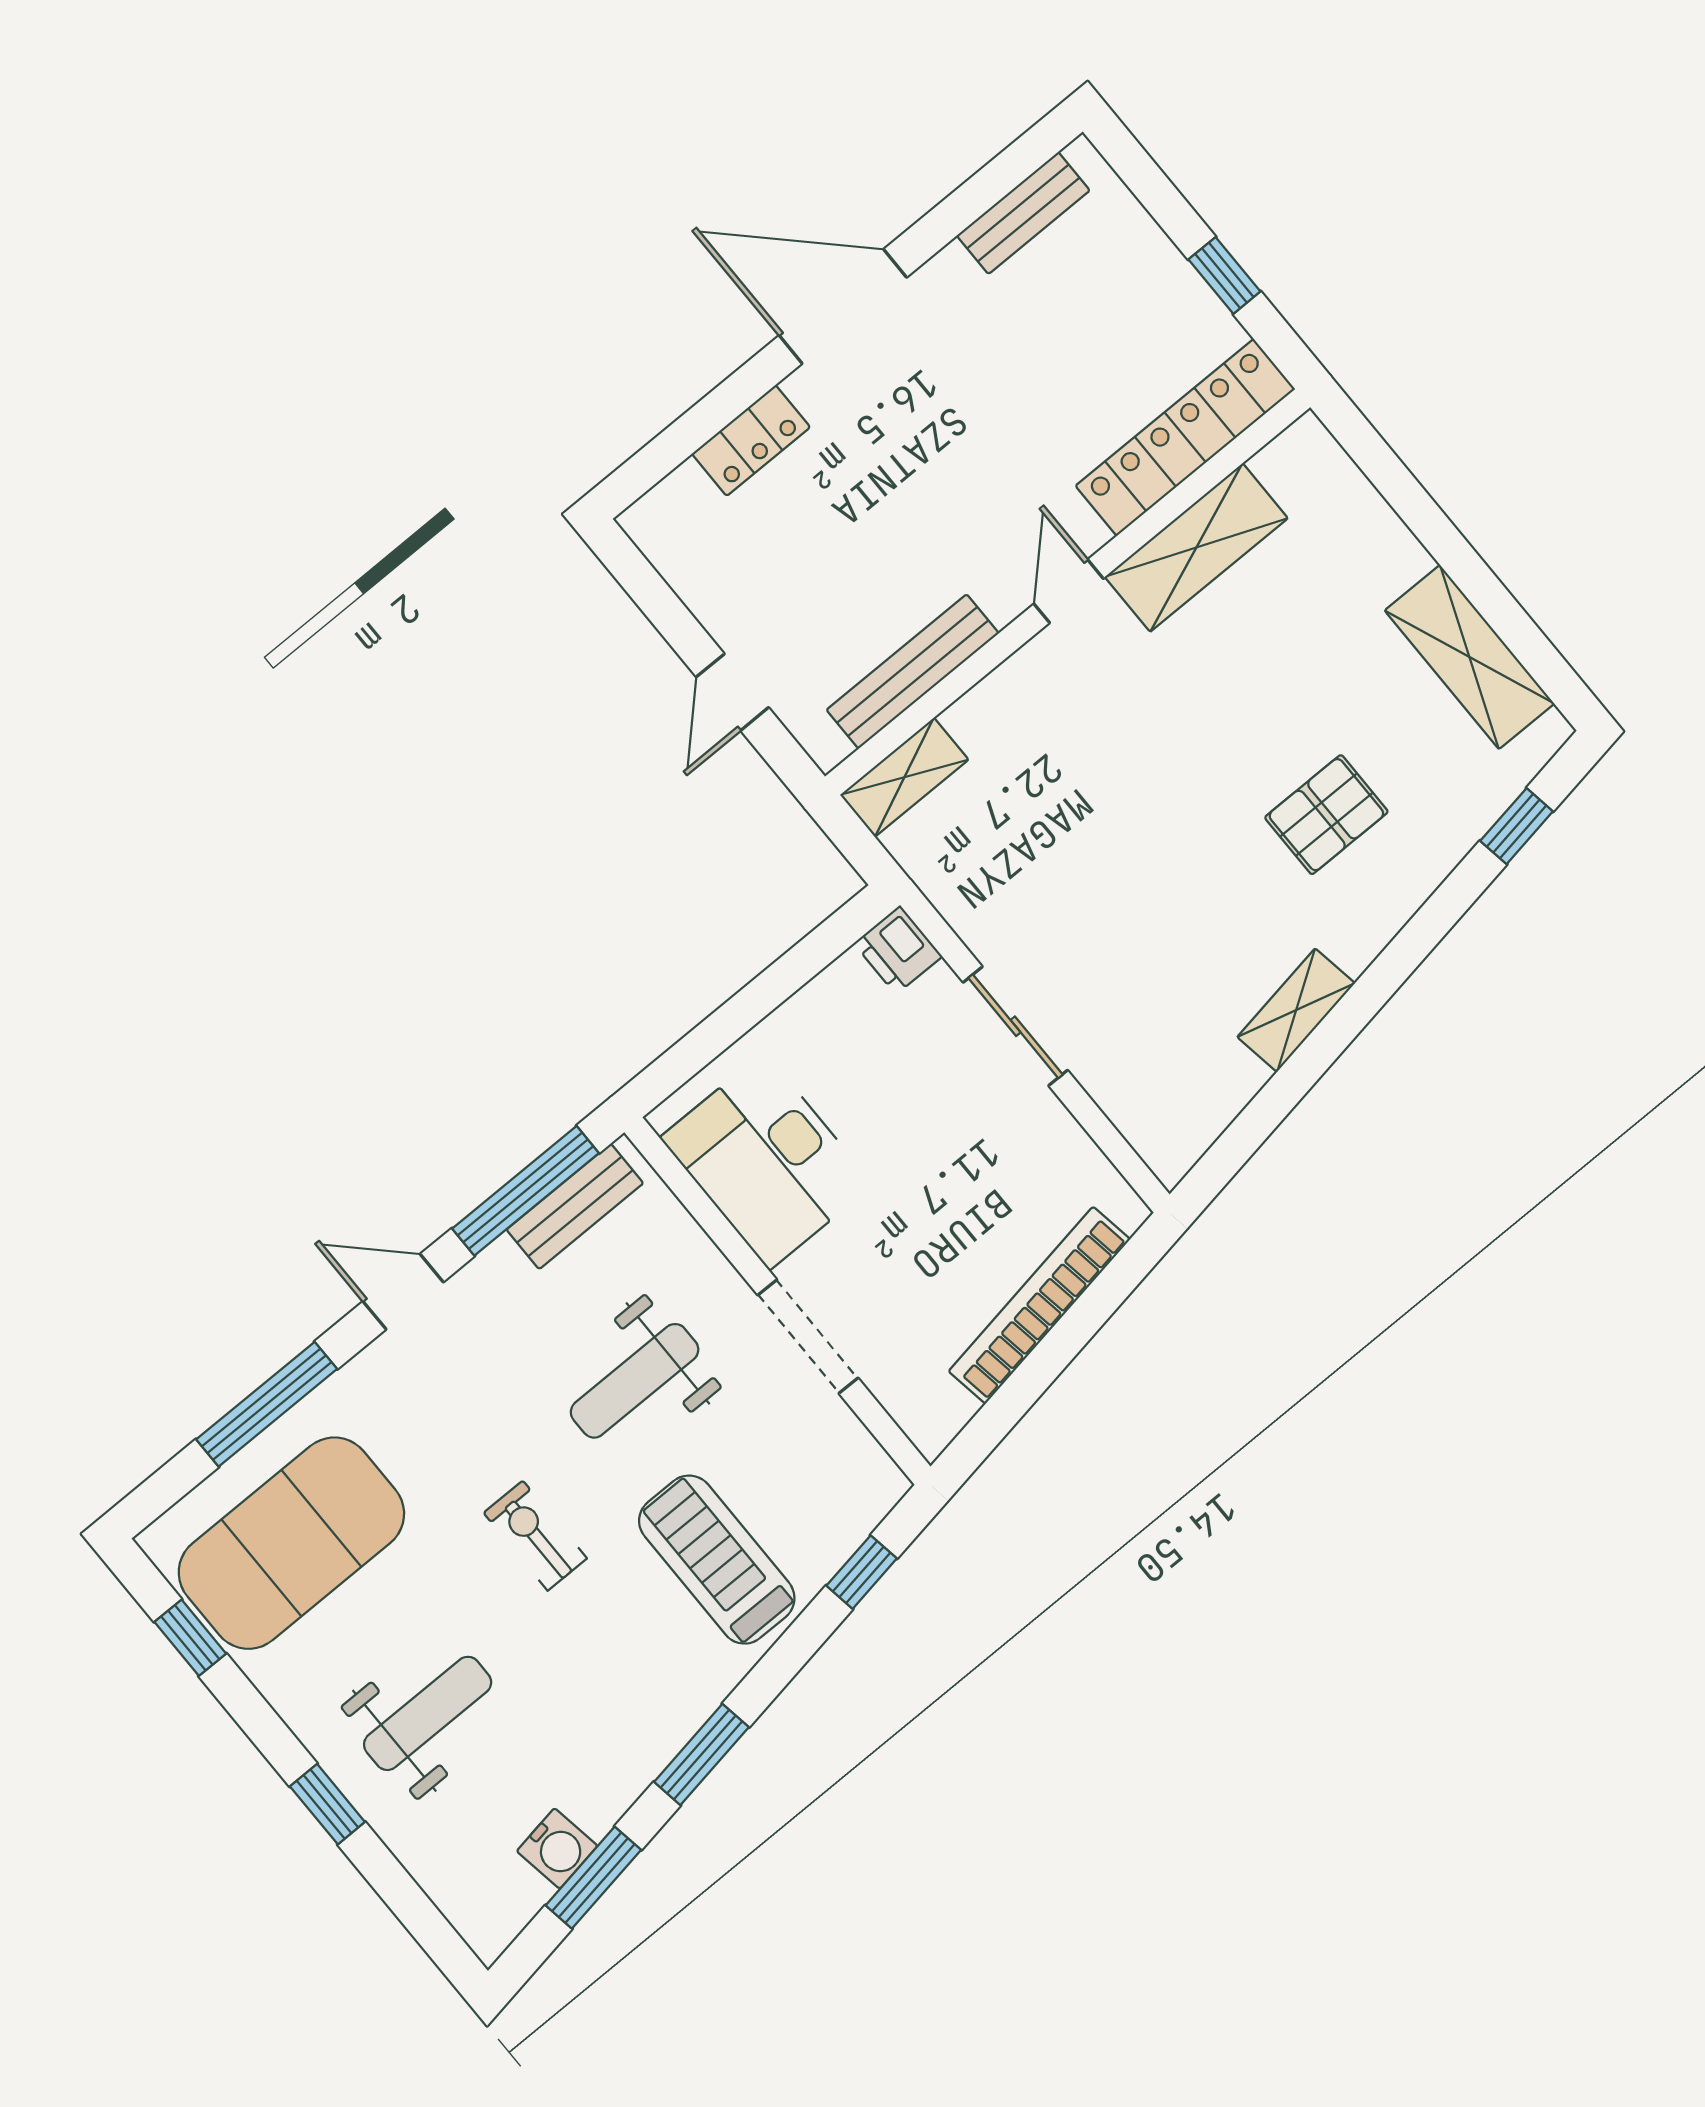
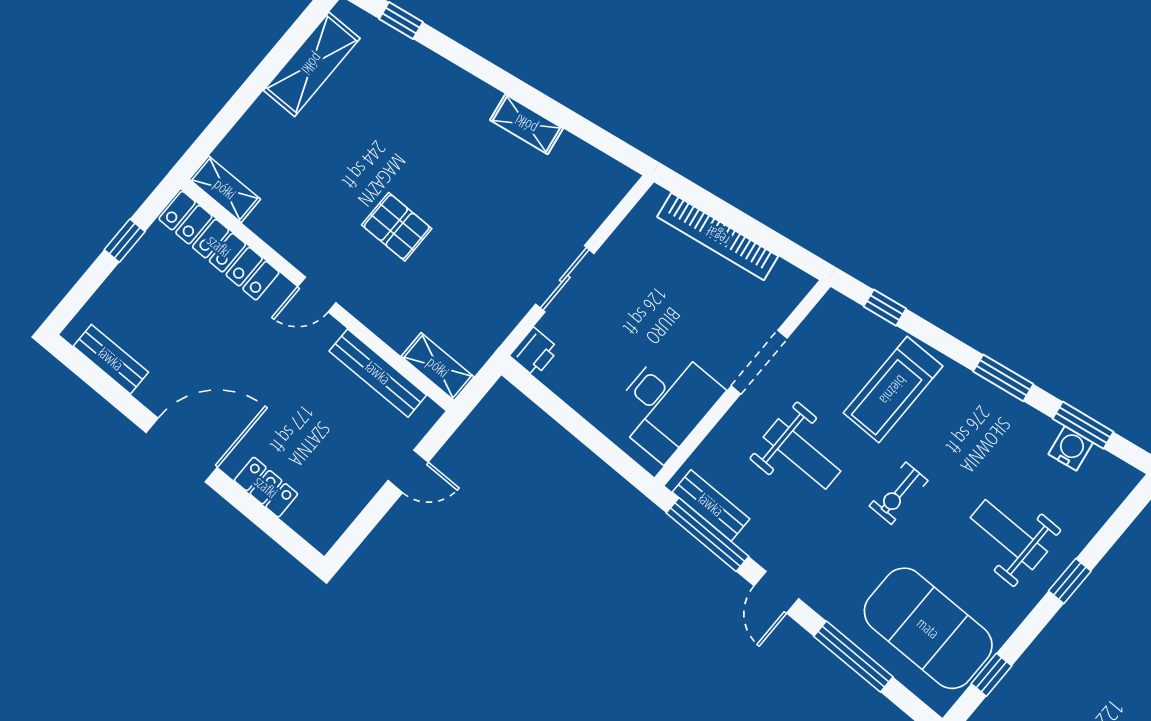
door: (843, 306) -> (182, 450), swing flipped
shelving: (1196, 547) -> (225, 189), moved, width x0.67, depth x0.75
pallet: (1326, 815) -> (397, 227), moved

